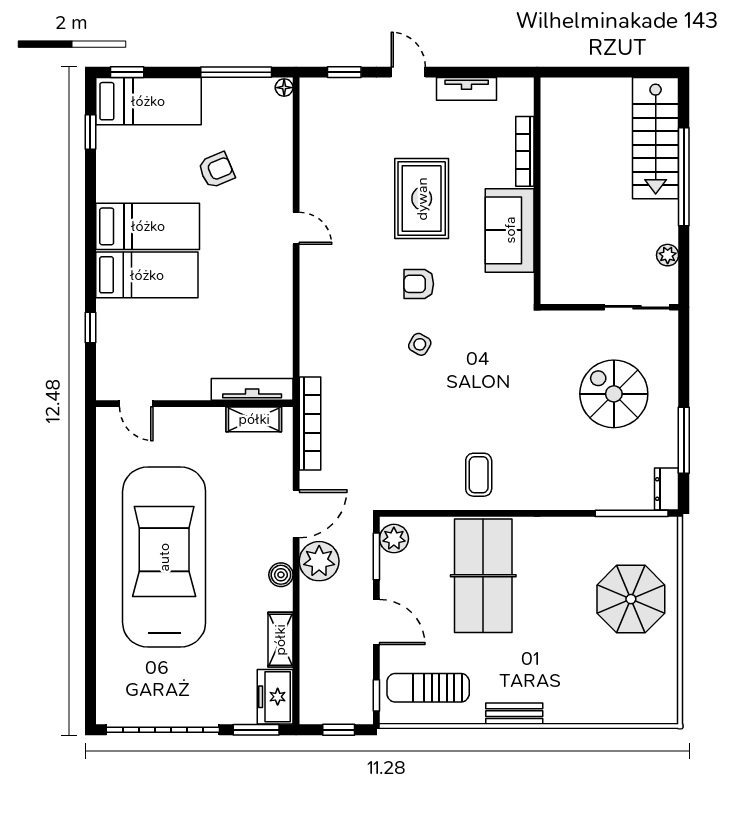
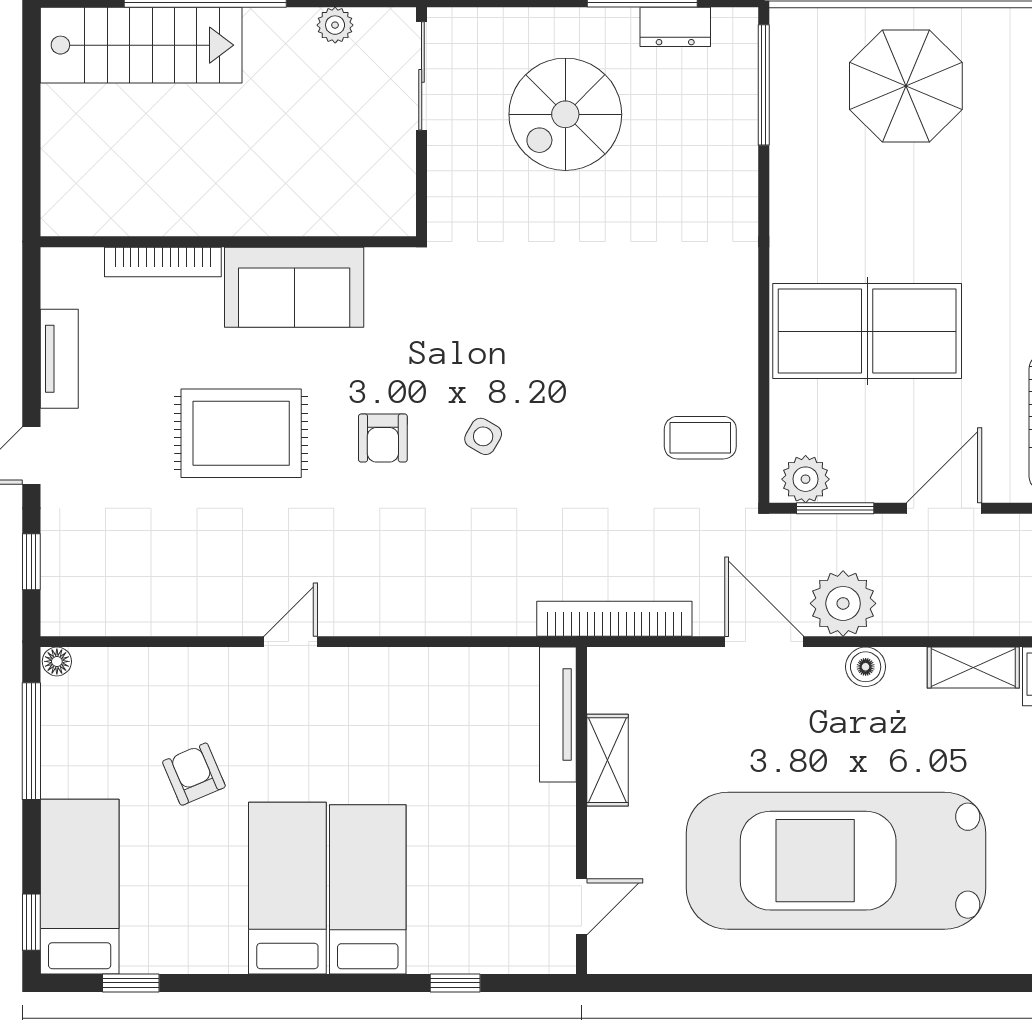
shelving: (254, 419) -> (608, 760), moved
coffee table: (479, 475) -> (700, 438), moved
dresser: (667, 489) -> (675, 27), moved

